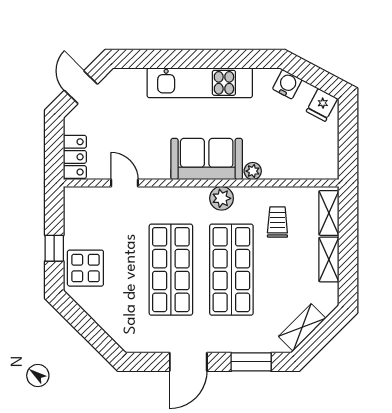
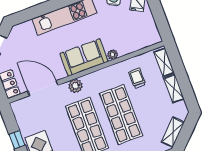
door: (125, 183) -> (43, 88), width x1.88
plant: (222, 198) -> (75, 86), moved

